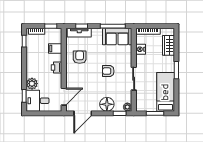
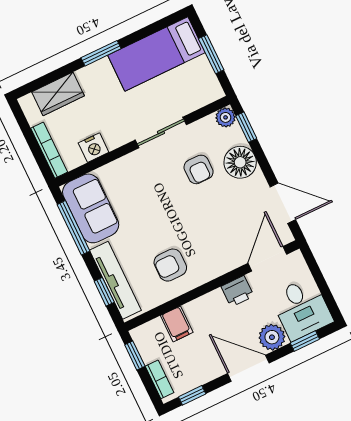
tv unit: (79, 33) -> (115, 280), width x1.41
printer: (57, 67) -> (237, 291), moved
door: (24, 68) -> (248, 368), added
armchair: (108, 71) -> (199, 169), moved
door: (64, 97) -> (267, 259), hinge flipped

